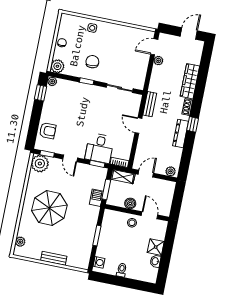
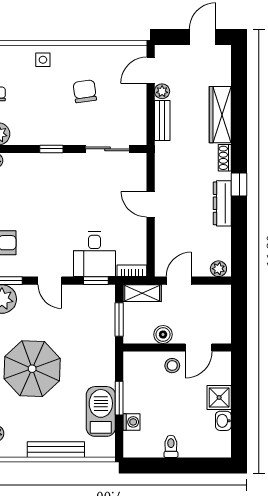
chair: (92, 62) -> (85, 91), moved
bench: (150, 104) -> (162, 120), moved
barbecue: (96, 198) -> (101, 411), moved, width x1.88, depth x1.53
door: (150, 215) -> (199, 347), swing flipped
bench: (54, 258) -> (56, 450), width x1.36
washing machine: (99, 262) -> (131, 422), moved

